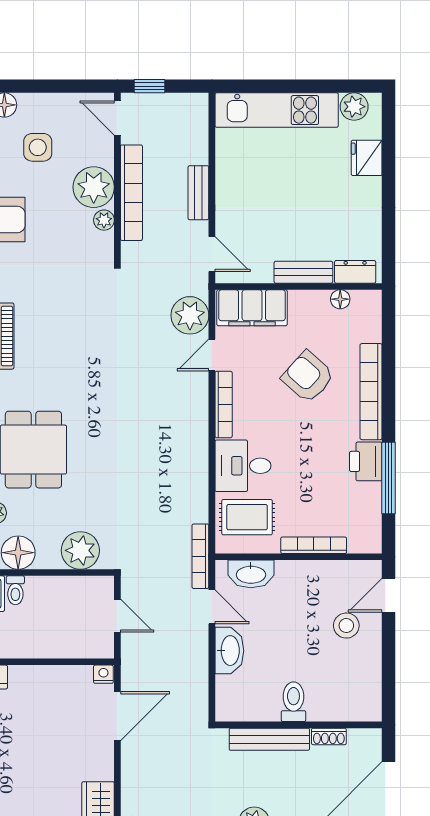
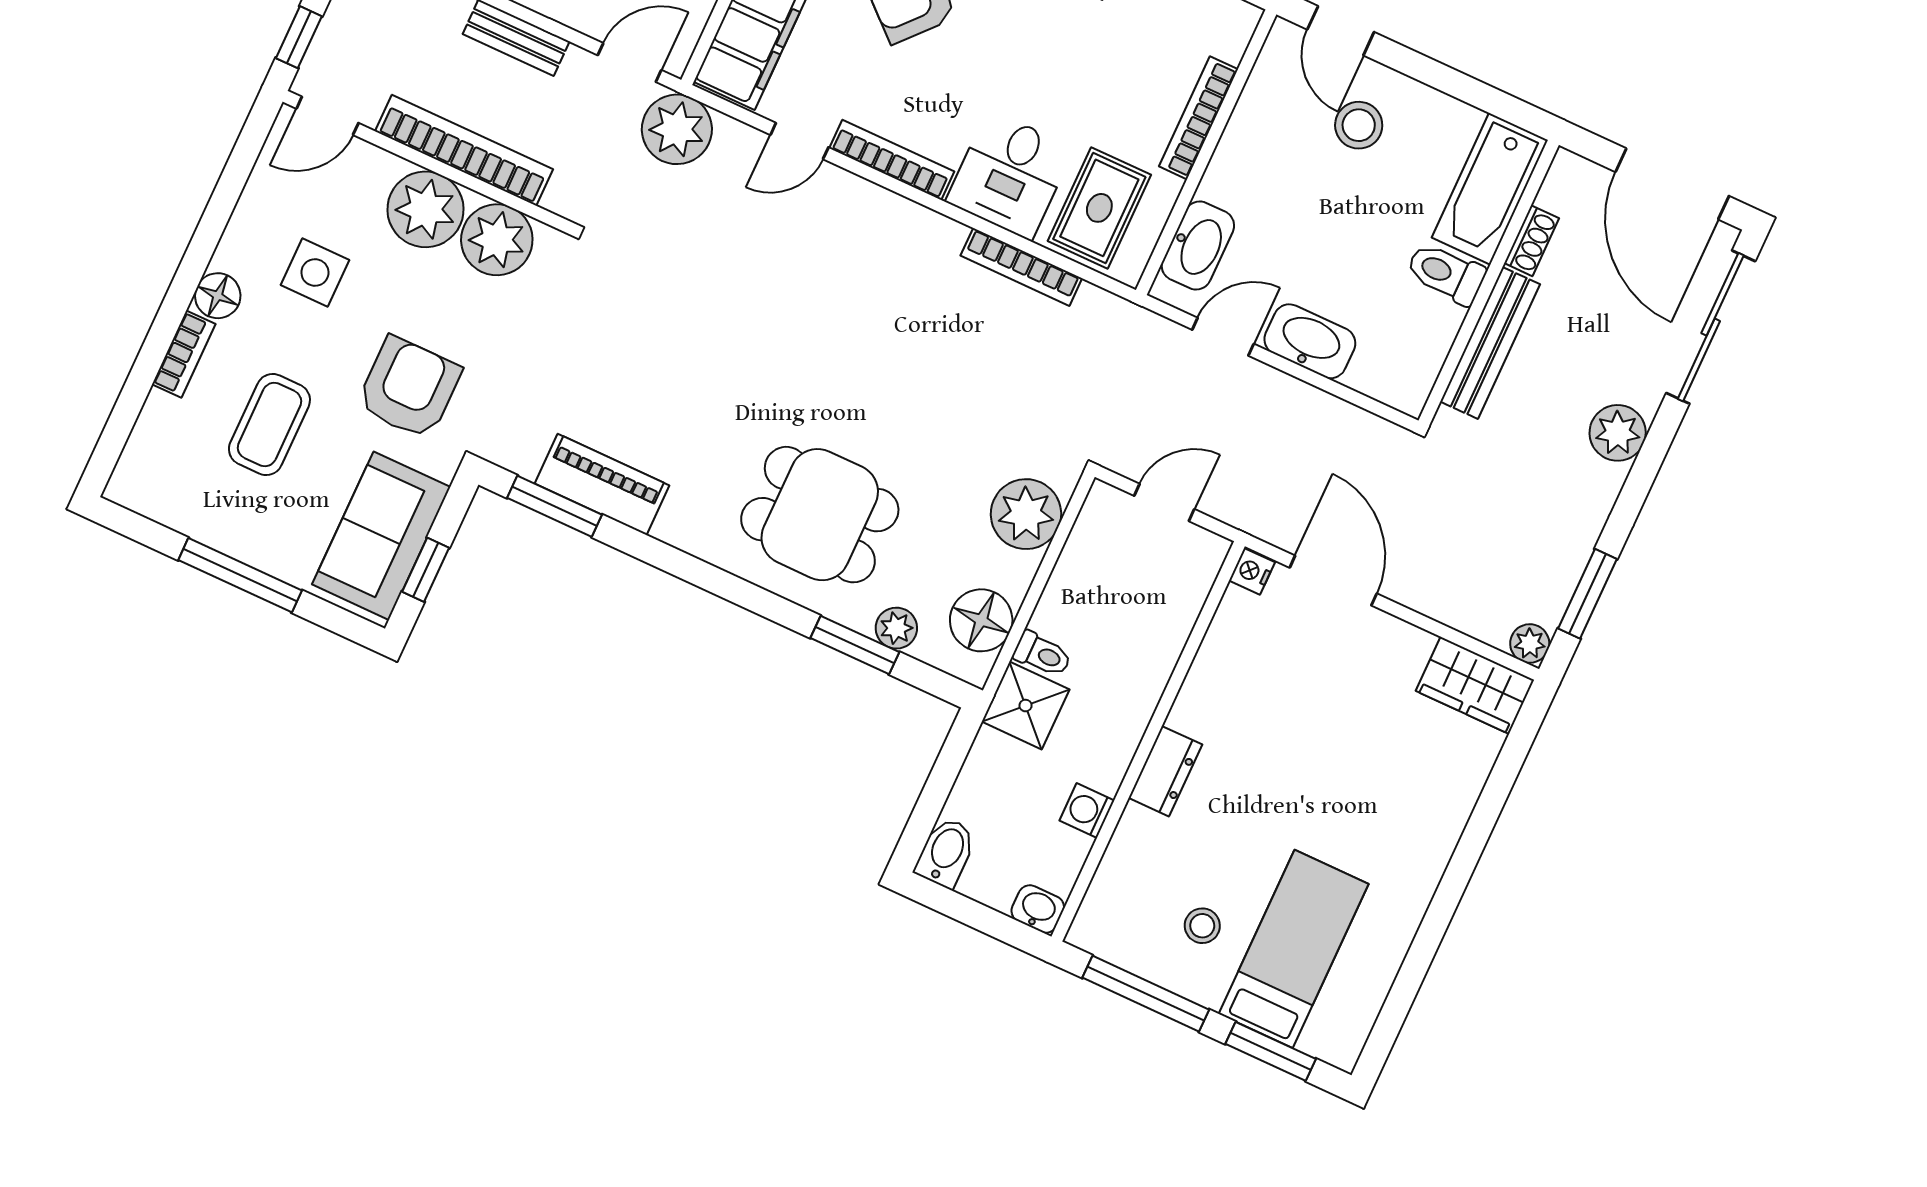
plant: (104, 220) -> (497, 240), width x1.88, depth x1.88
plant: (190, 315) -> (677, 129), moved
door: (212, 355) -> (799, 141), hinge flipped
bookcase: (200, 556) -> (1021, 267), moved
bathtub: (345, 704) -> (1490, 189), added

